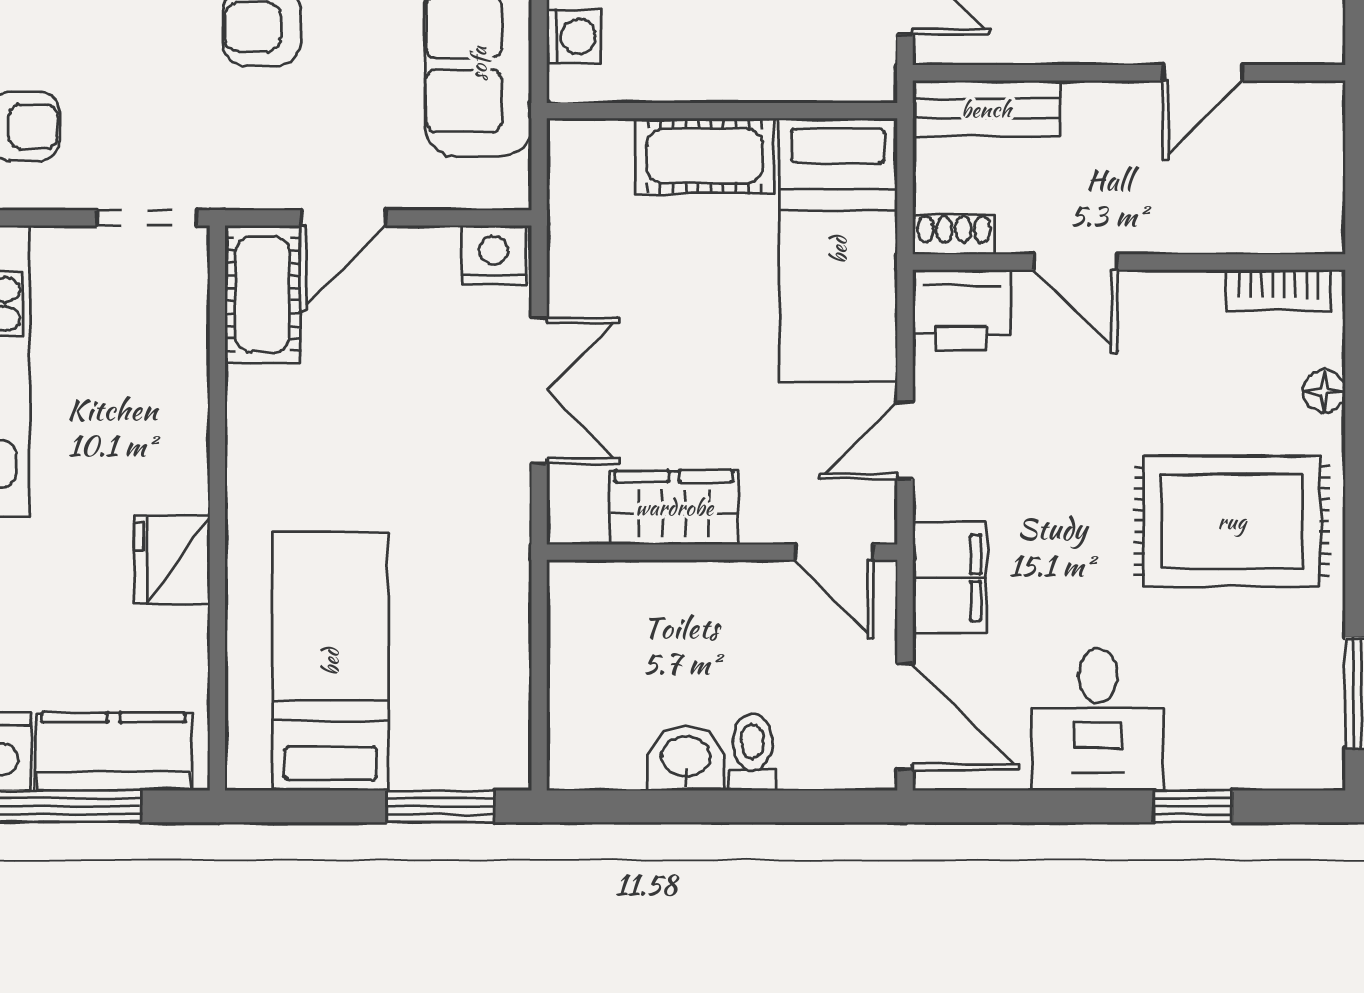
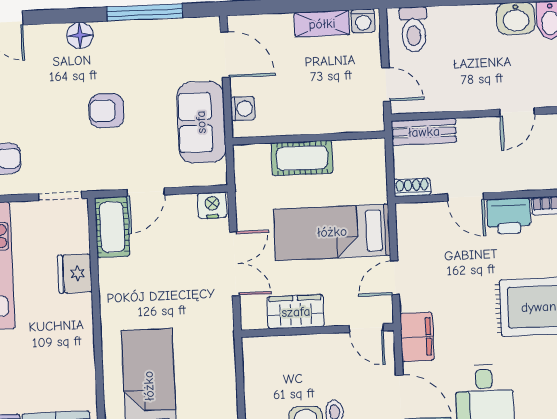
bed: (838, 250) -> (332, 232), moved, turned 90
printer: (961, 310) -> (509, 216), moved
fridge: (172, 560) -> (75, 274), moved

